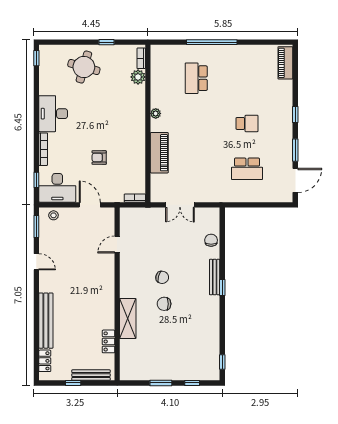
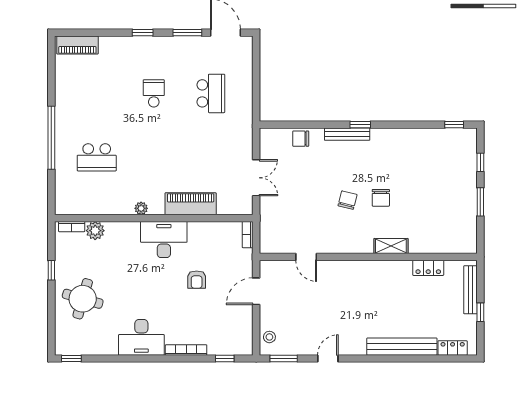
desk: (57, 188) -> (164, 240), moved, turned -90
shelving: (128, 319) -> (391, 246), width x0.67, depth x0.75

